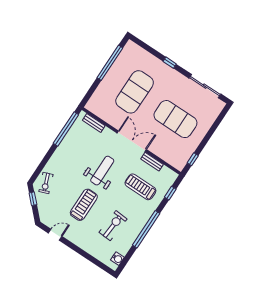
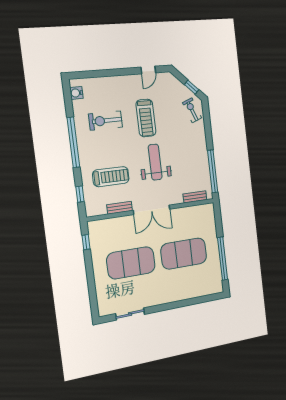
window: (170, 63) -> (176, 305), removed
sliding door: (205, 86) -> (130, 314), width x0.73
exercise mat: (135, 92) -> (184, 254), turned 90
weight bench: (102, 171) -> (155, 162), turned 180
exercise bike: (113, 226) -> (106, 121), turned 86

